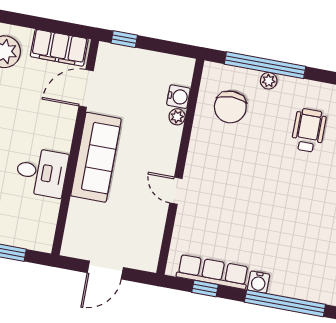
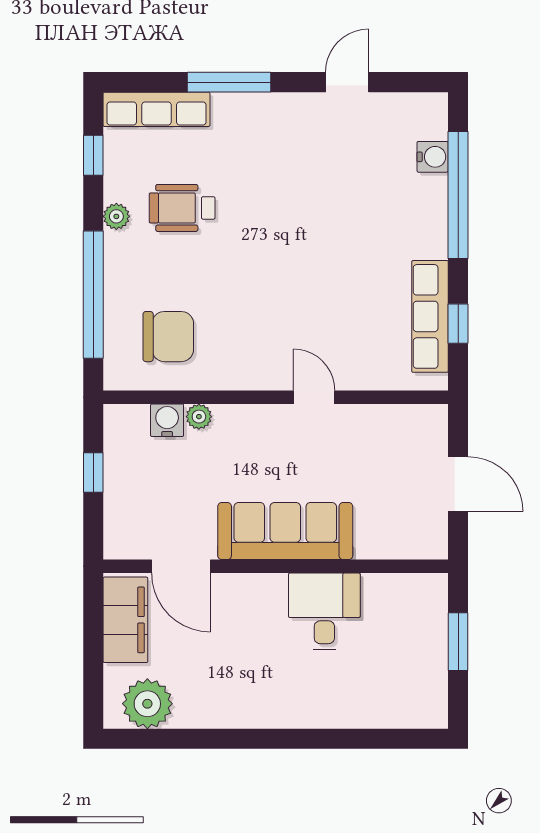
window: (124, 39) -> (93, 472), moved
plant: (269, 81) -> (116, 216), moved
door: (176, 191) -> (314, 397), swing flipped
water cooler: (258, 282) -> (433, 157), moved

